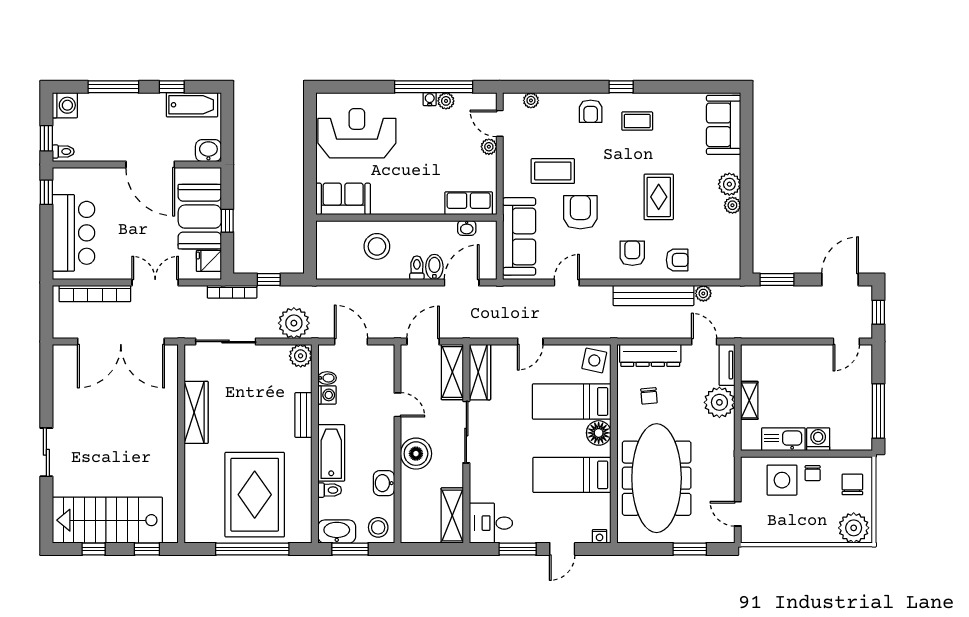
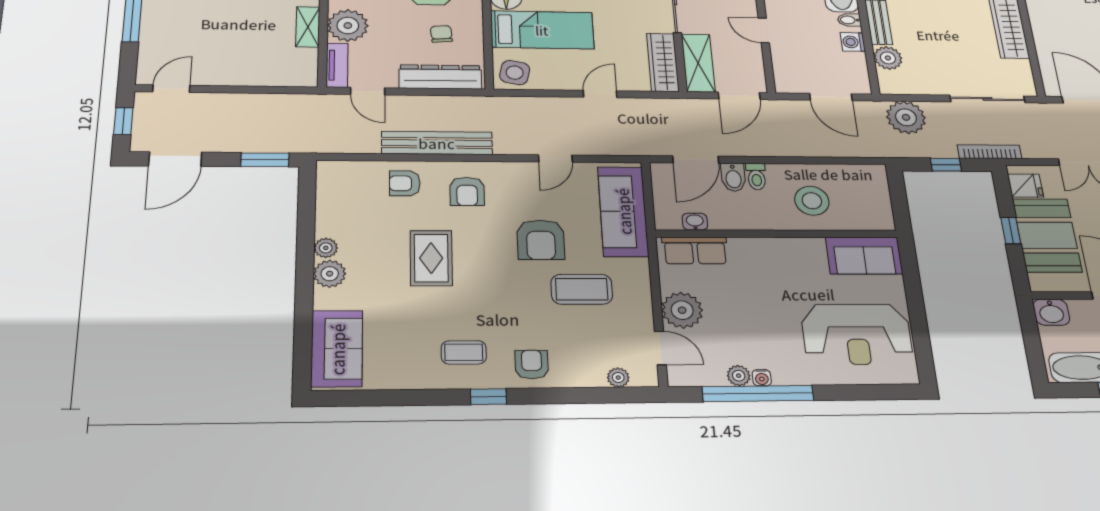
plant: (489, 147) -> (682, 310), width x1.87, depth x1.87
plant: (703, 293) -> (368, 145), removed
plant: (301, 356) -> (888, 58), moved
bidet: (327, 378) -> (849, 20), moved

